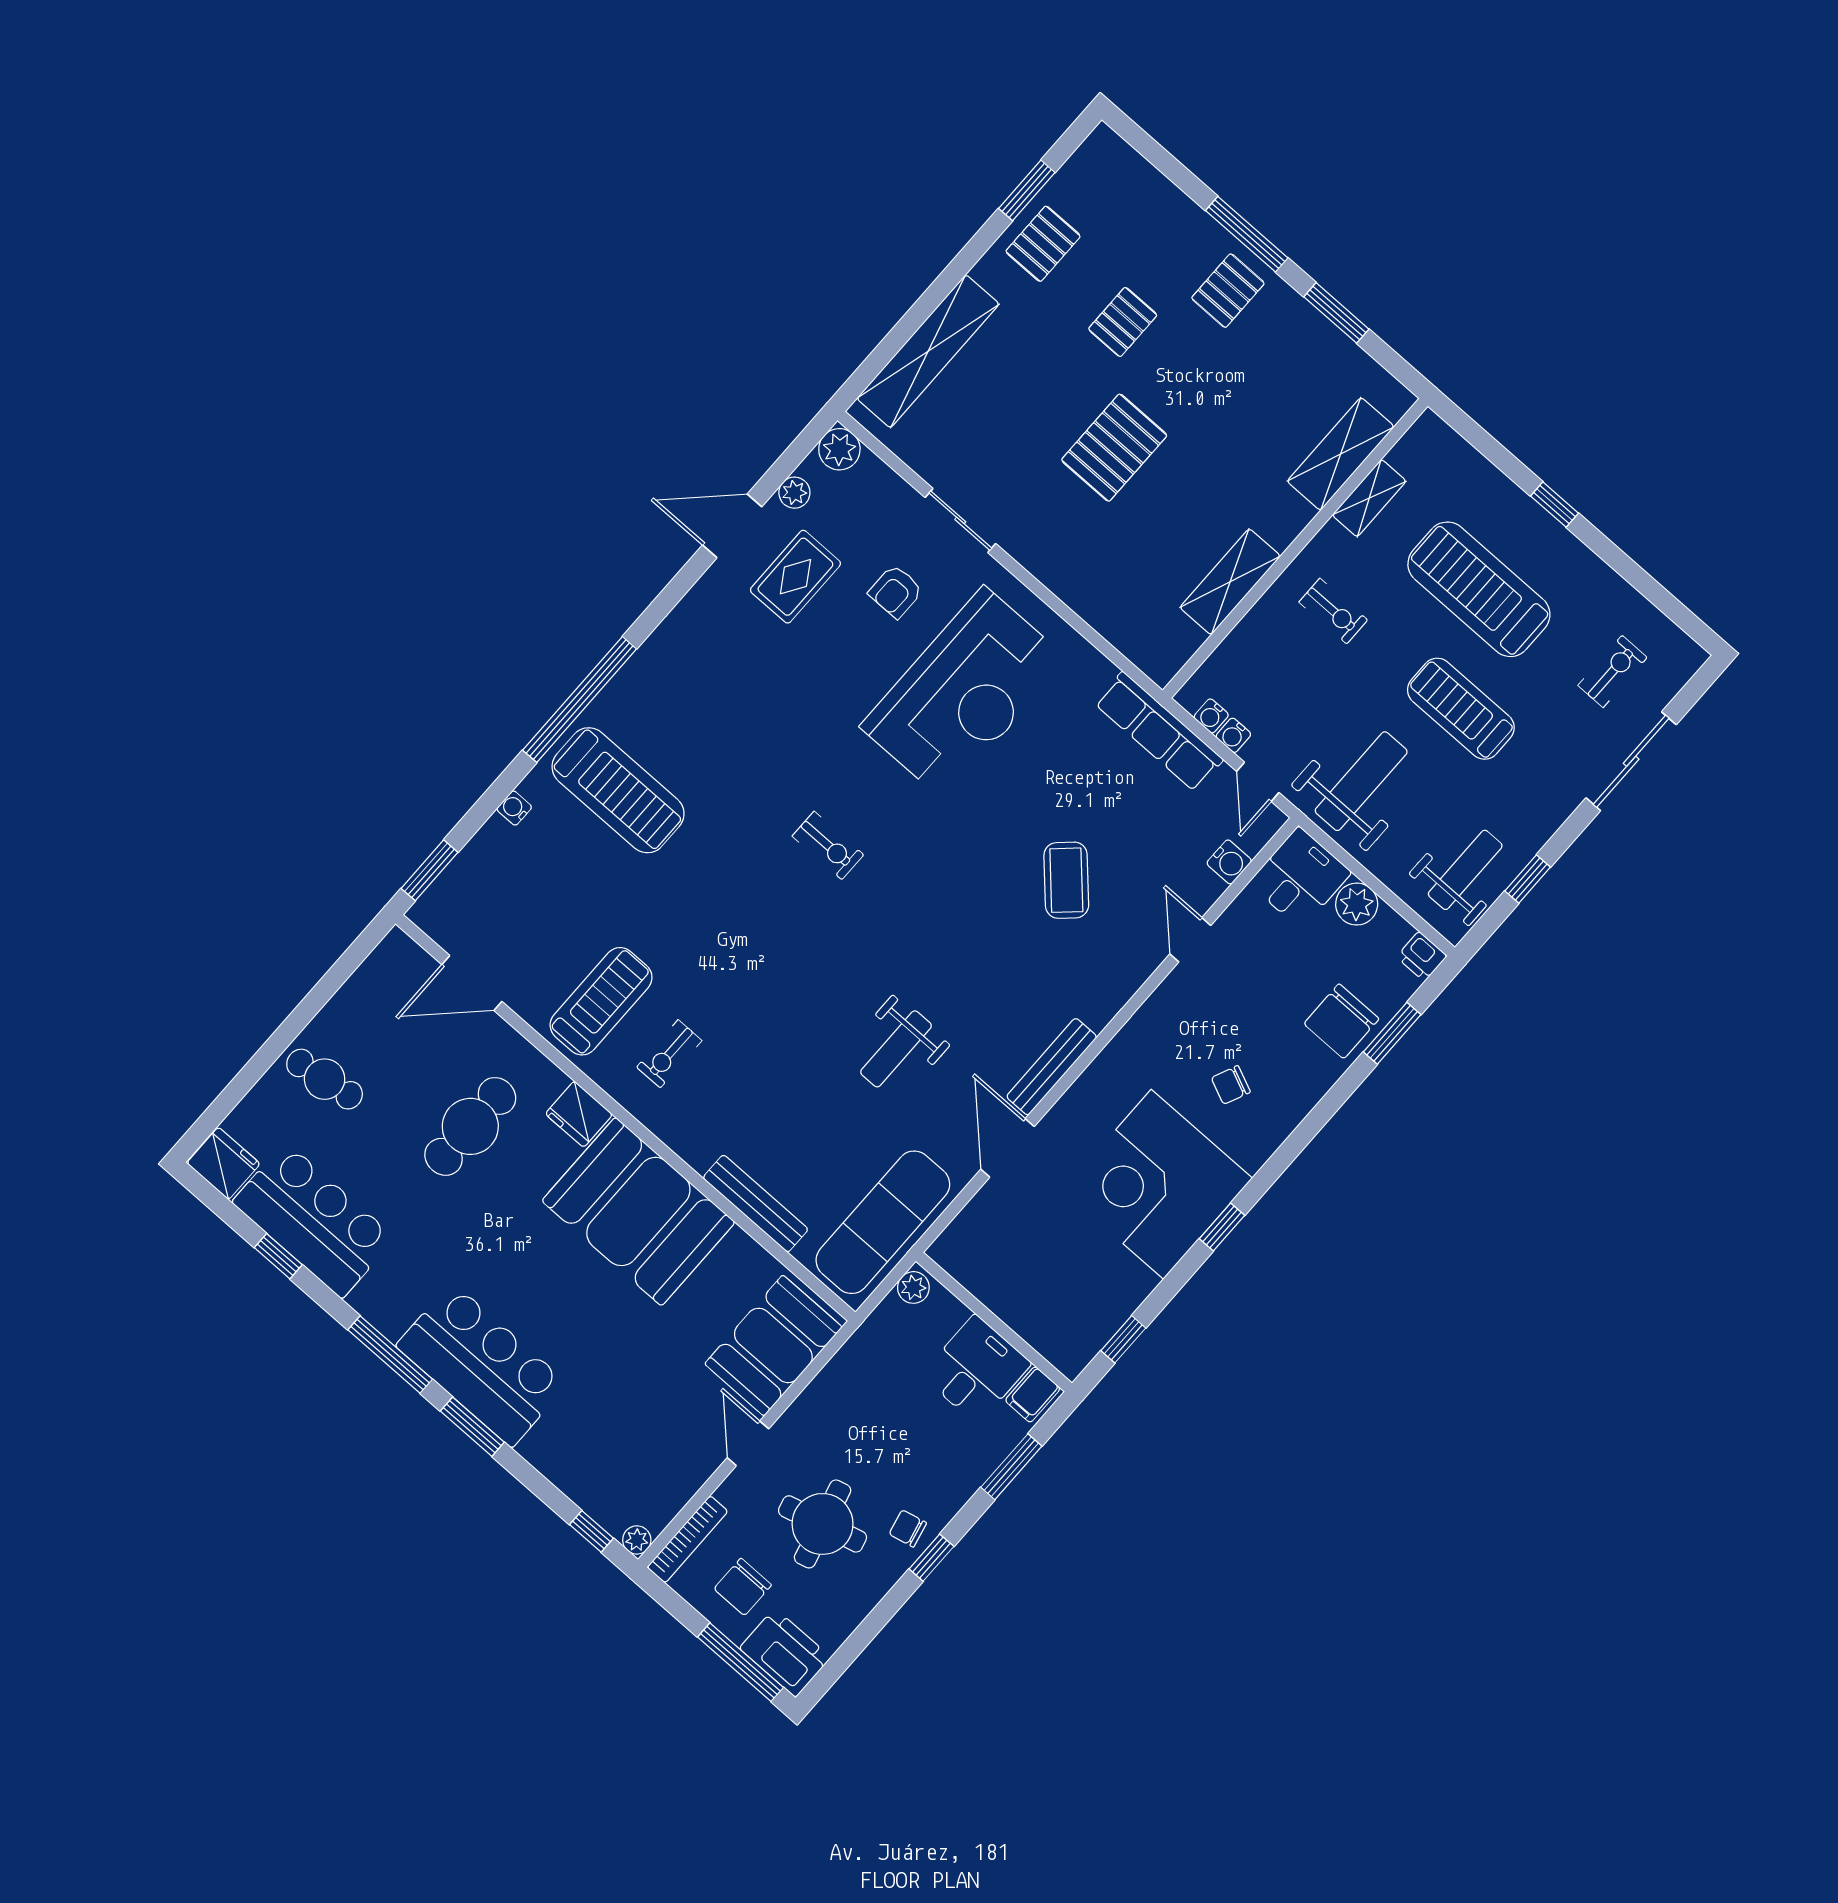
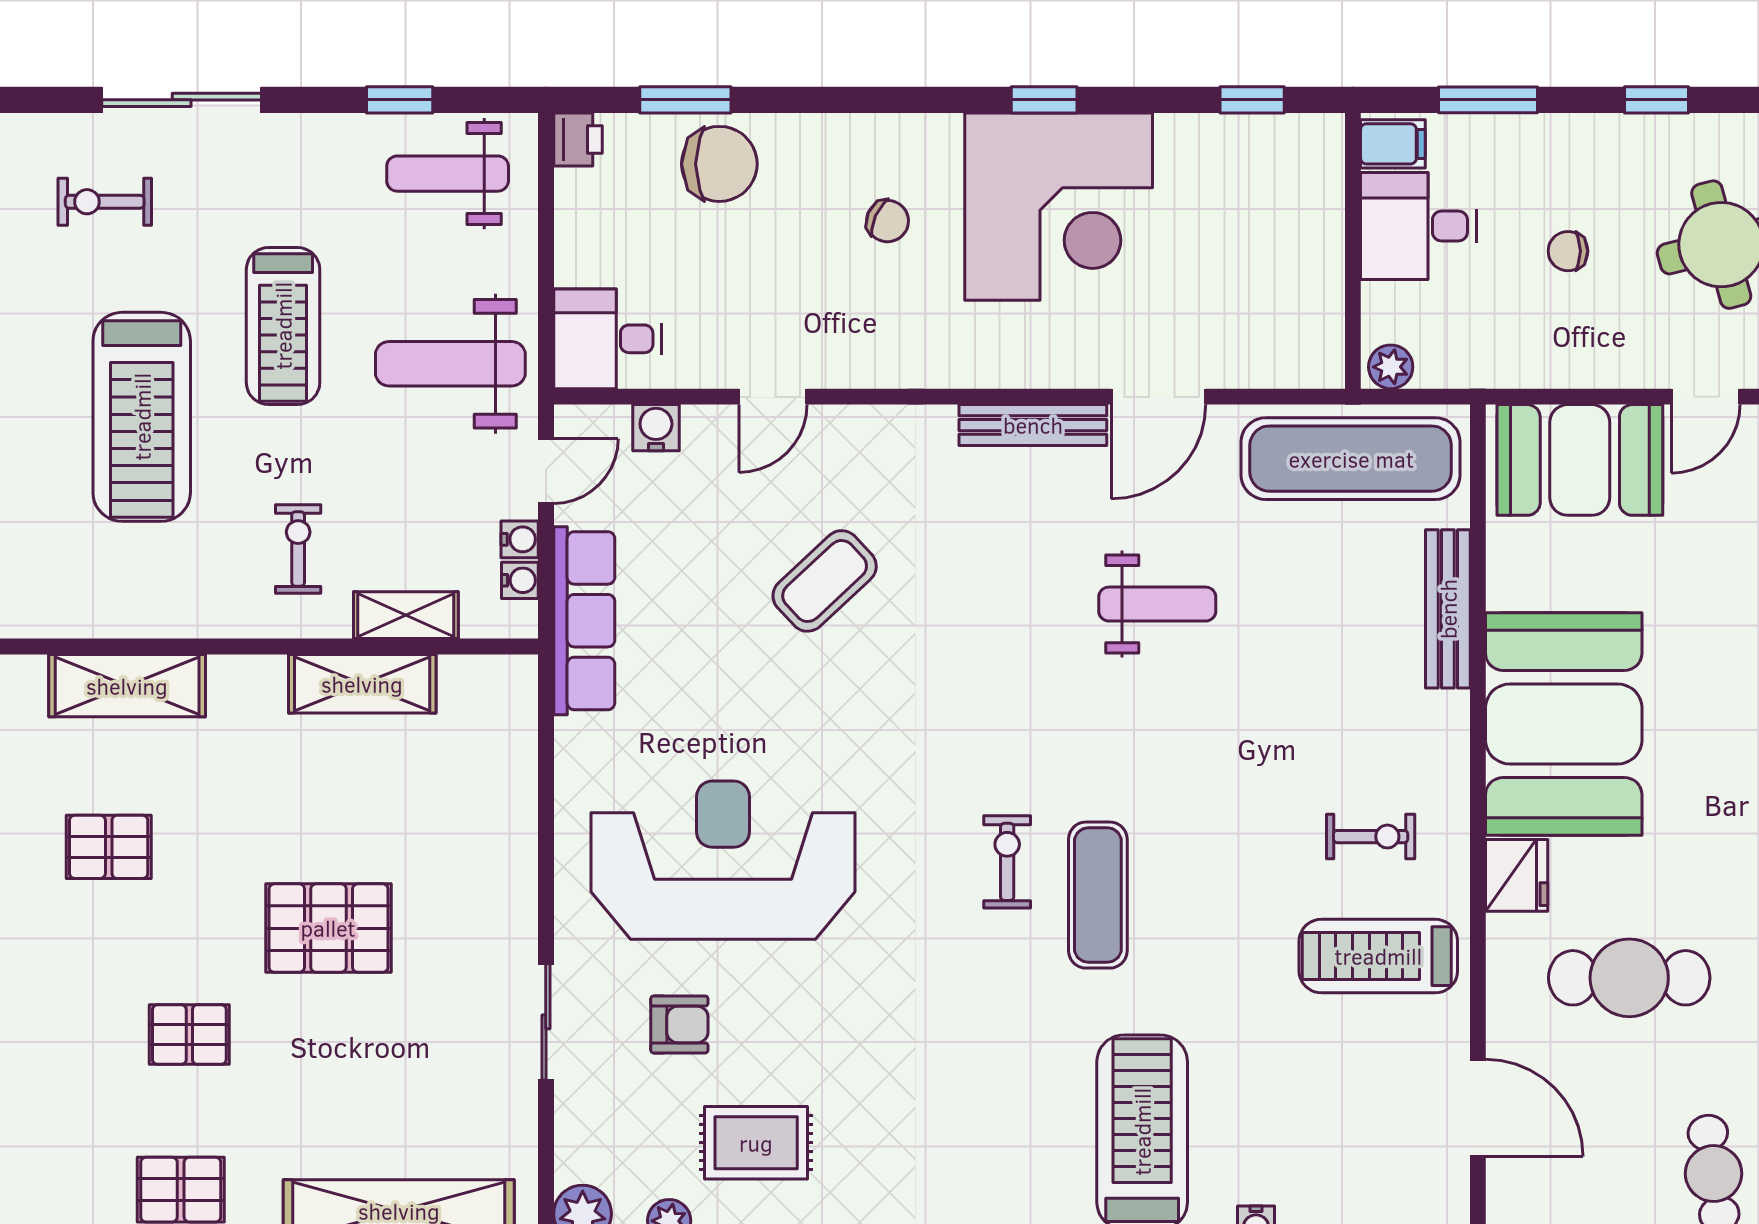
pallet: (1228, 291) -> (109, 847), moved
shelving: (1369, 498) -> (406, 615), moved
exercise mat: (767, 879) -> (1098, 895), added
plant: (1357, 904) -> (583, 256), removed
chair: (908, 1528) -> (1568, 251), moved, turned 103

